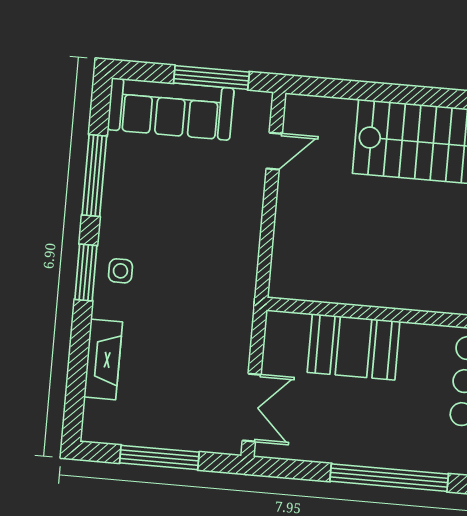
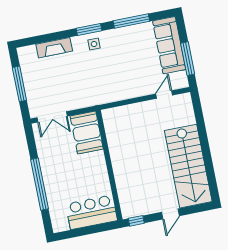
door: (274, 151) -> (164, 95), swing flipped
booth: (354, 347) -> (87, 132), moved

